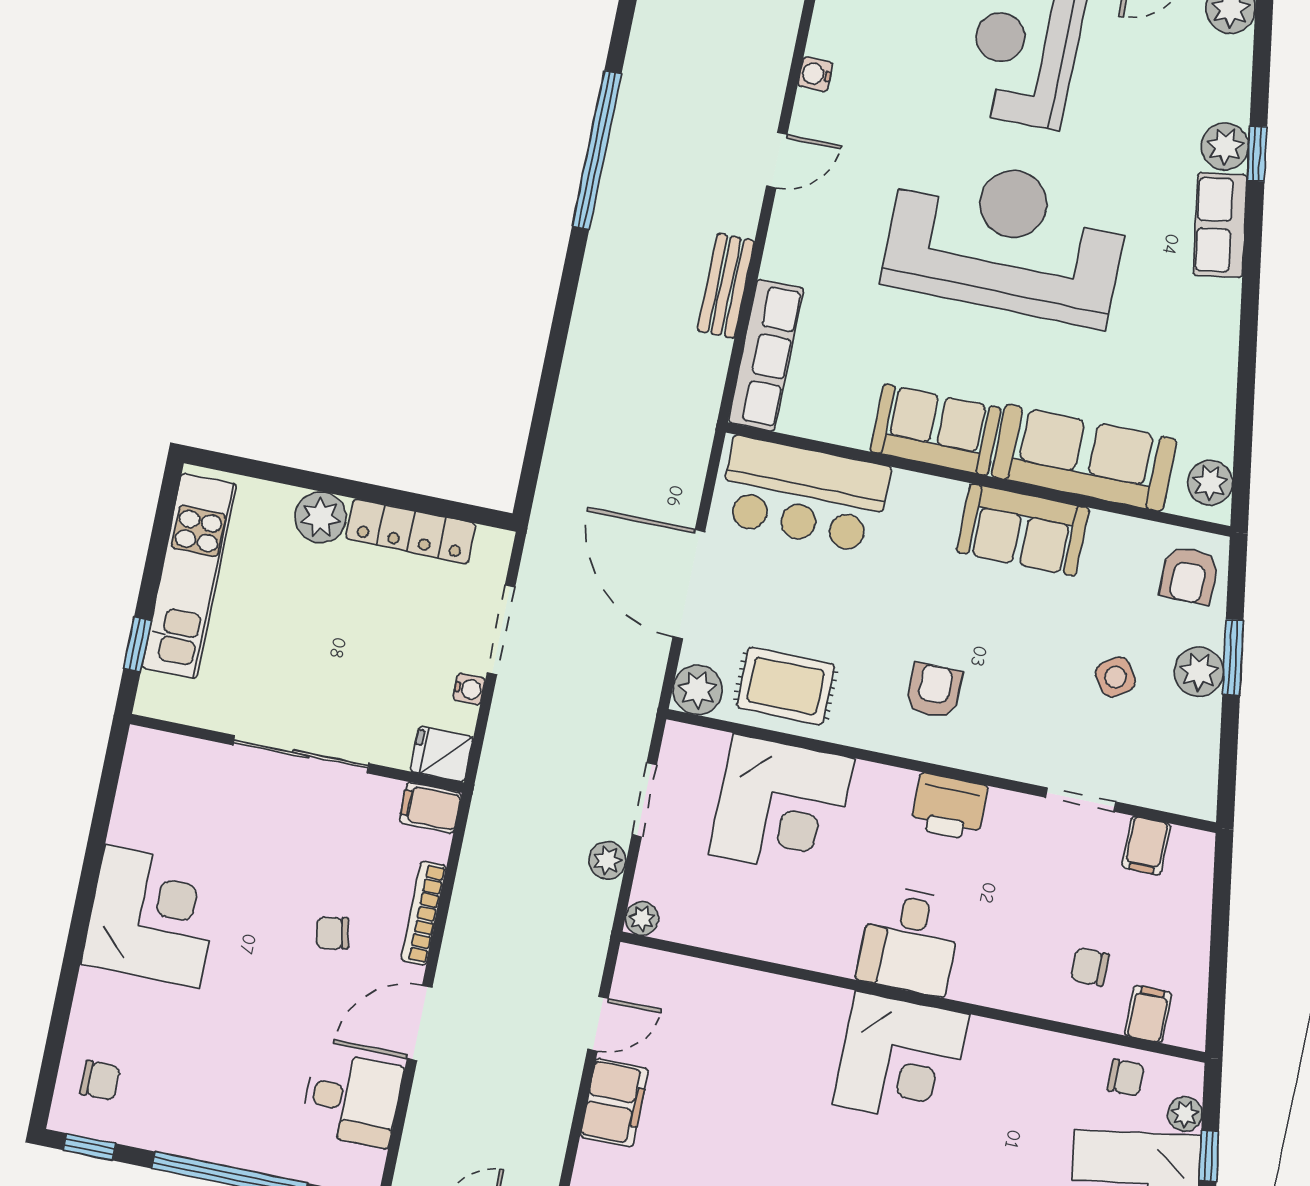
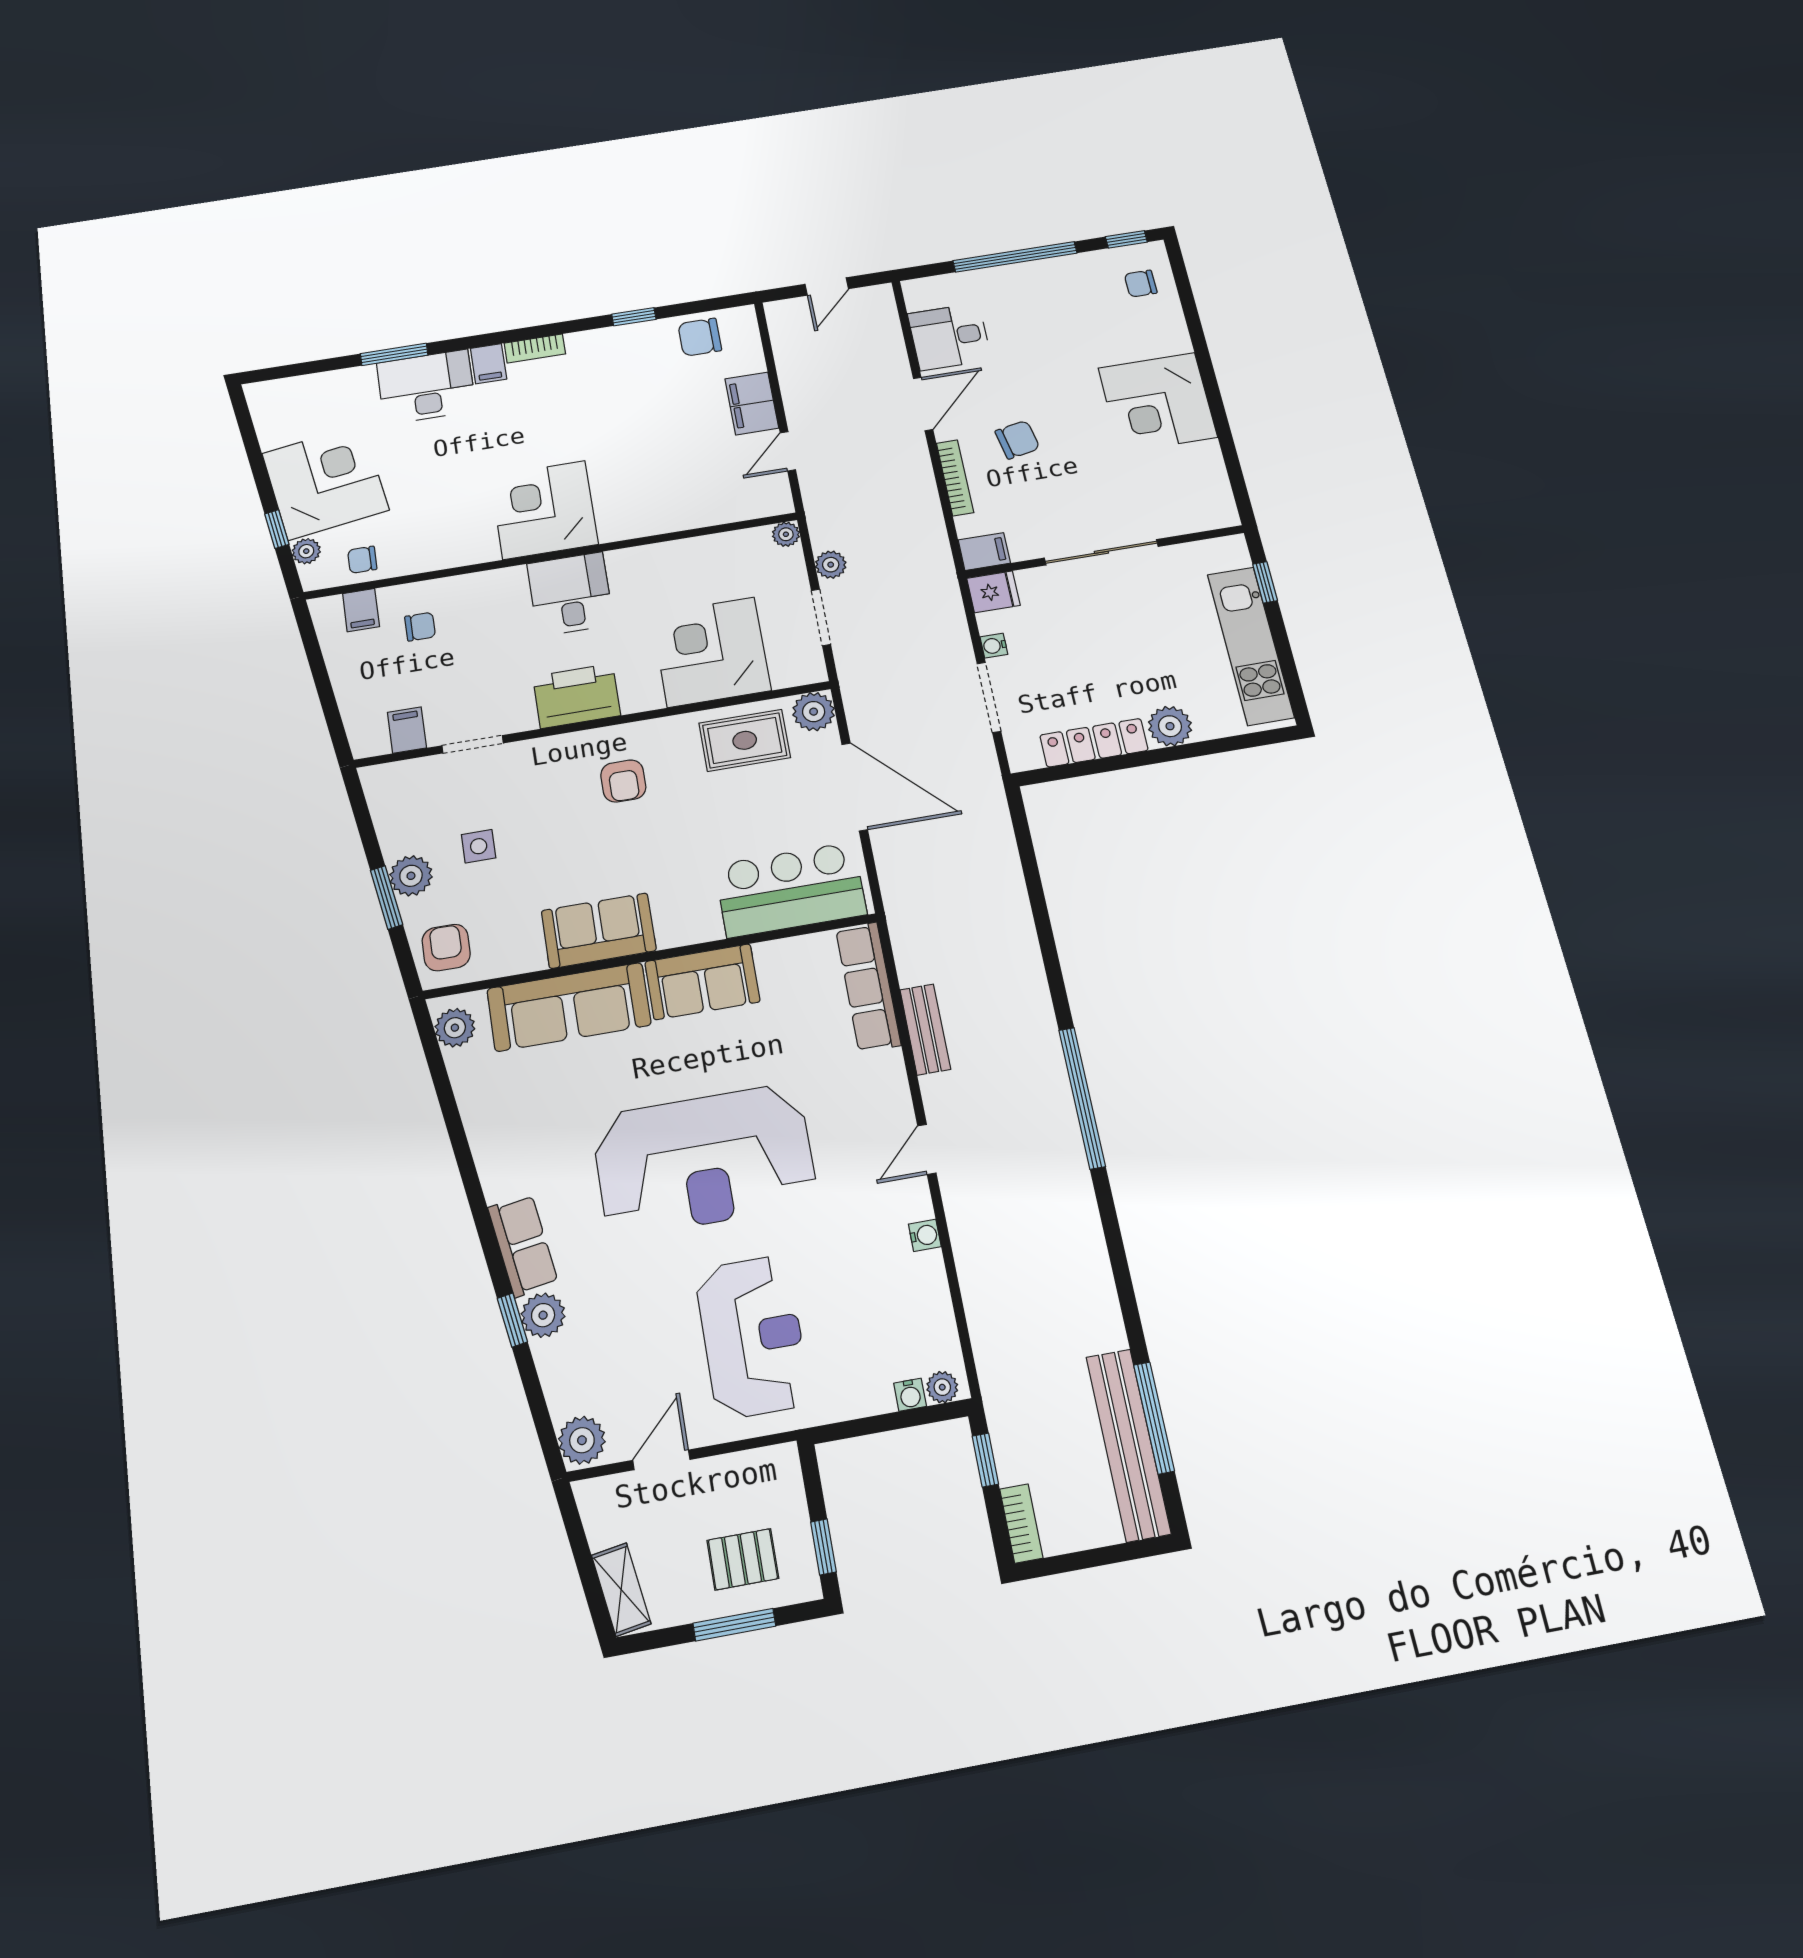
side table: (1116, 677) -> (479, 846), turned 34
printer: (949, 807) -> (577, 696), width x1.37, depth x1.19
chair: (332, 933) -> (1017, 440), width x1.37, depth x1.37

